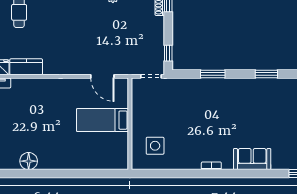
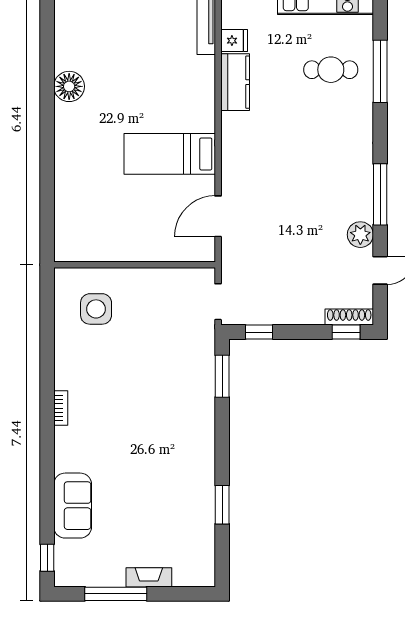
window: (213, 74) -> (222, 376), moved
bed: (102, 120) -> (170, 154), moved, turned -90
sofa: (252, 159) -> (73, 506), moved

